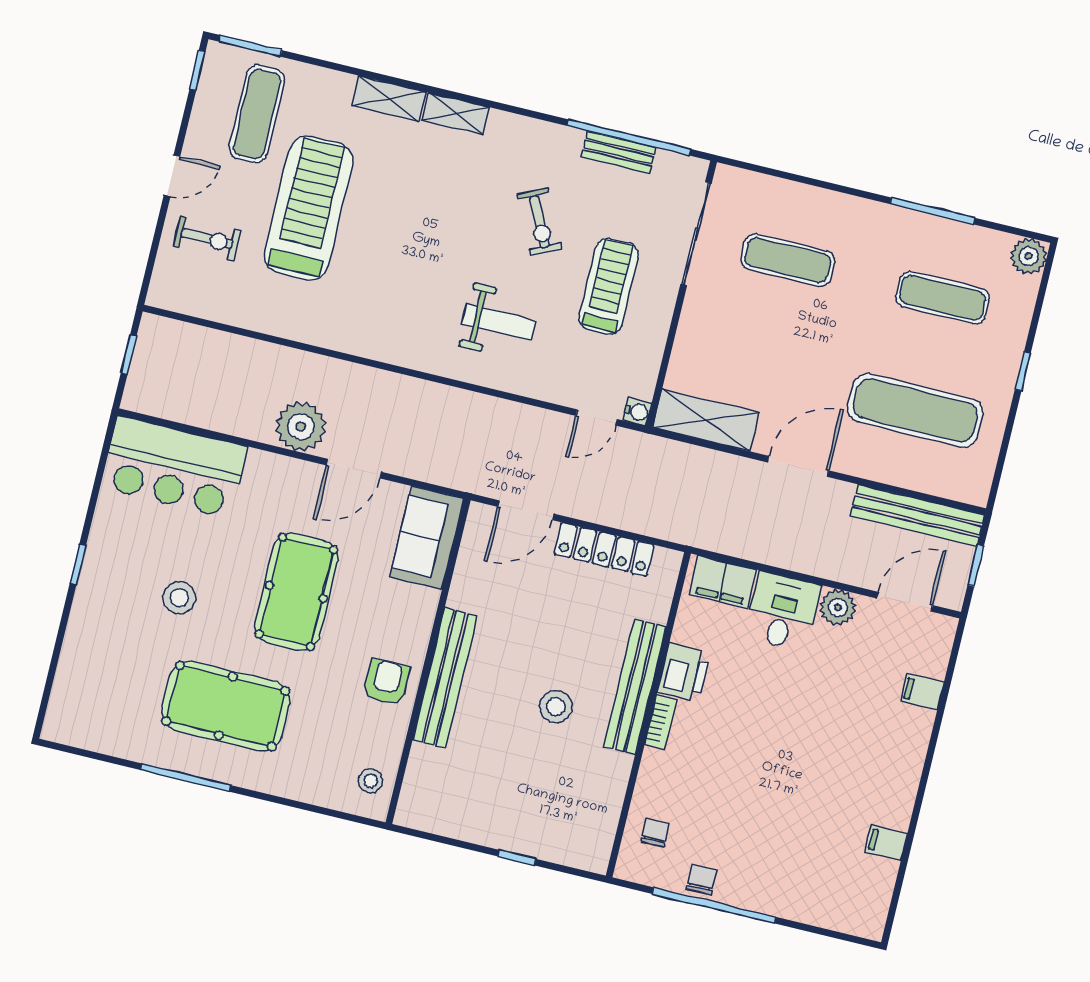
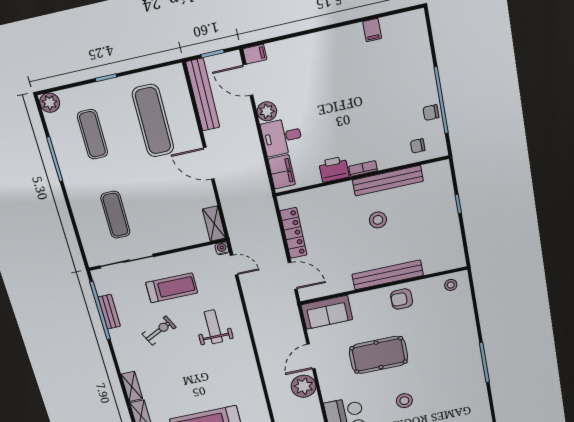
treadmill: (609, 286) -> (172, 288), turned 180
shelving: (706, 420) -> (214, 224), width x0.67, depth x0.75
door: (354, 469) -> (311, 356), swing flipped
bench: (635, 687) -> (388, 181), moved
filing cabinet: (922, 692) -> (255, 54), moved, turned -90
pool table: (226, 706) -> (444, 361), removed

